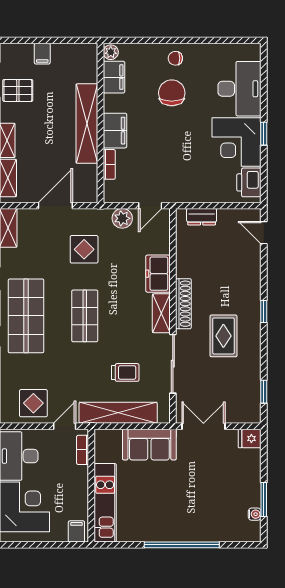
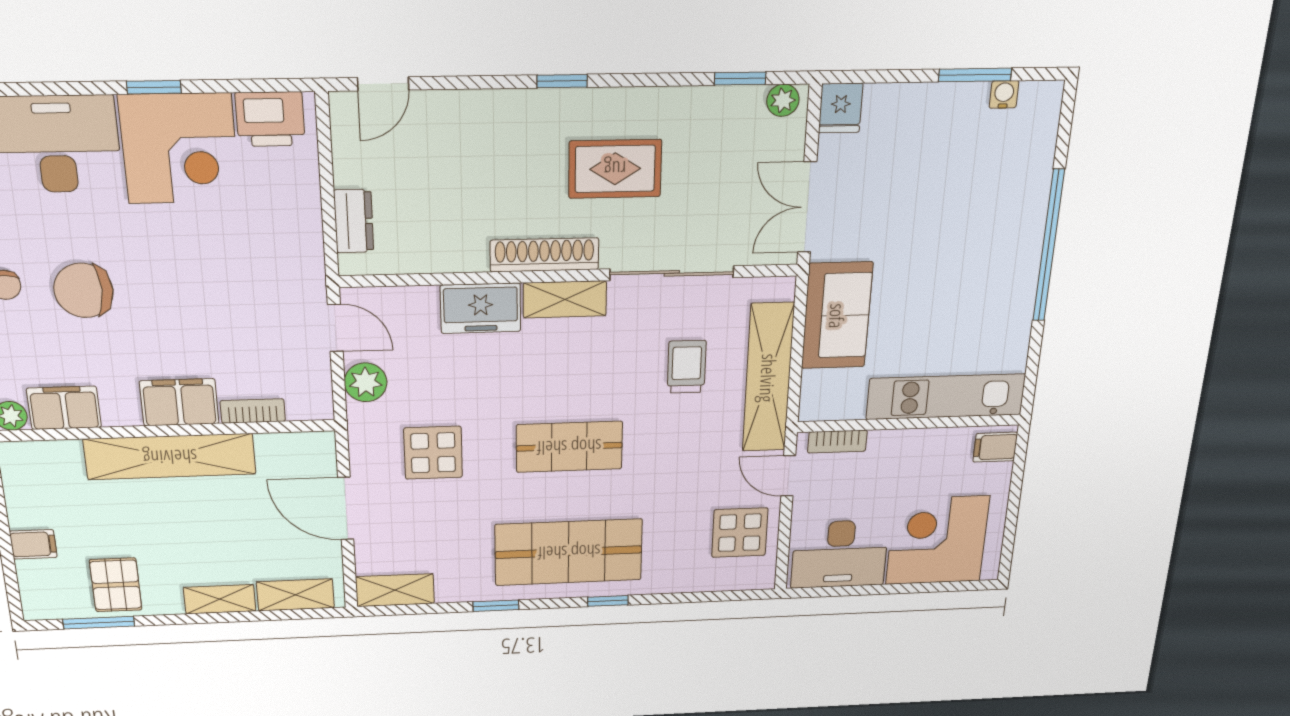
plant: (254, 412) -> (783, 100), added

